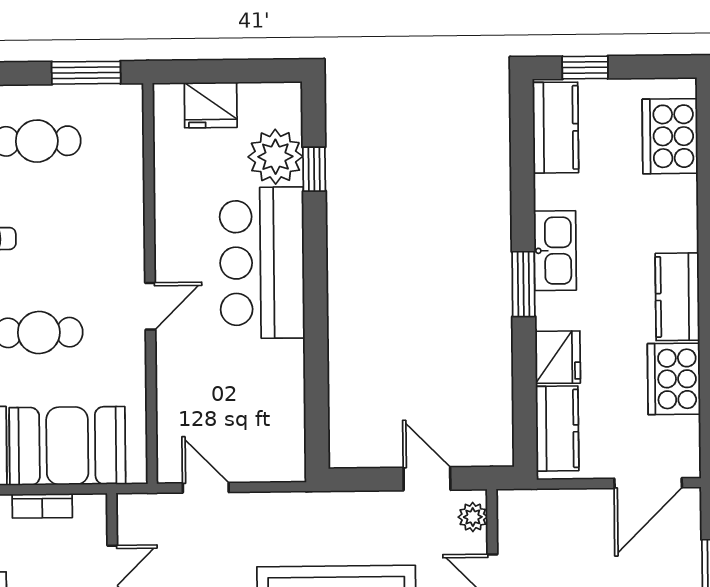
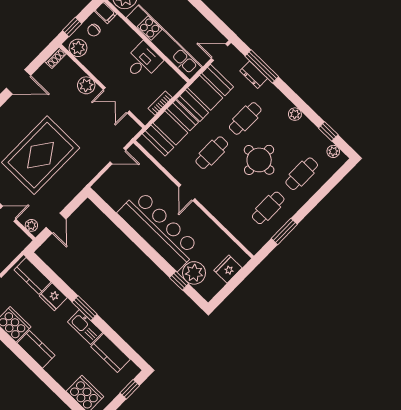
window: (86, 73) -> (284, 231), moved
kitchen counter: (556, 128) -> (110, 353), moved
bar counter: (262, 263) -> (159, 230), width x1.36
door: (427, 479) -> (56, 223), hinge flipped

